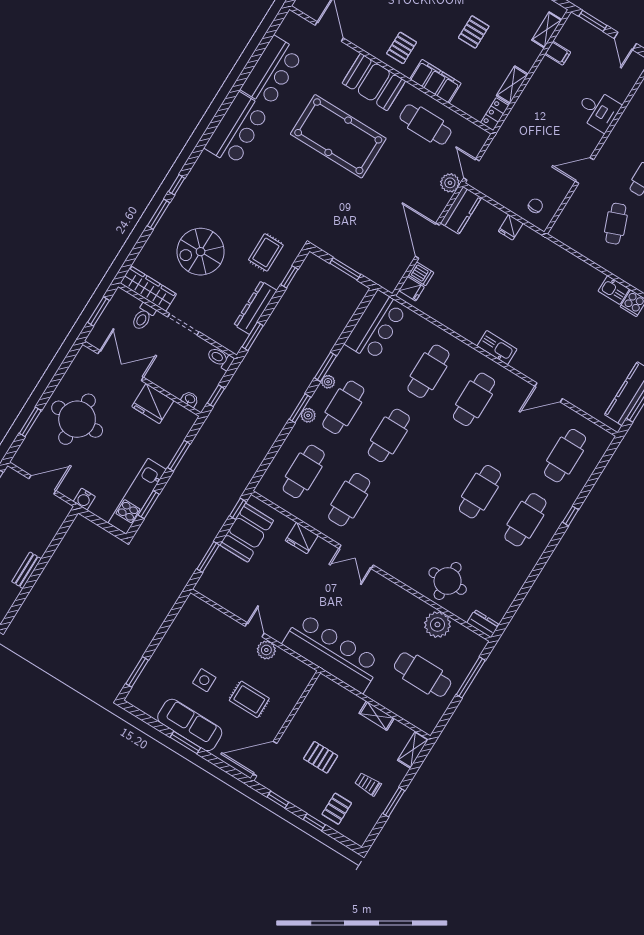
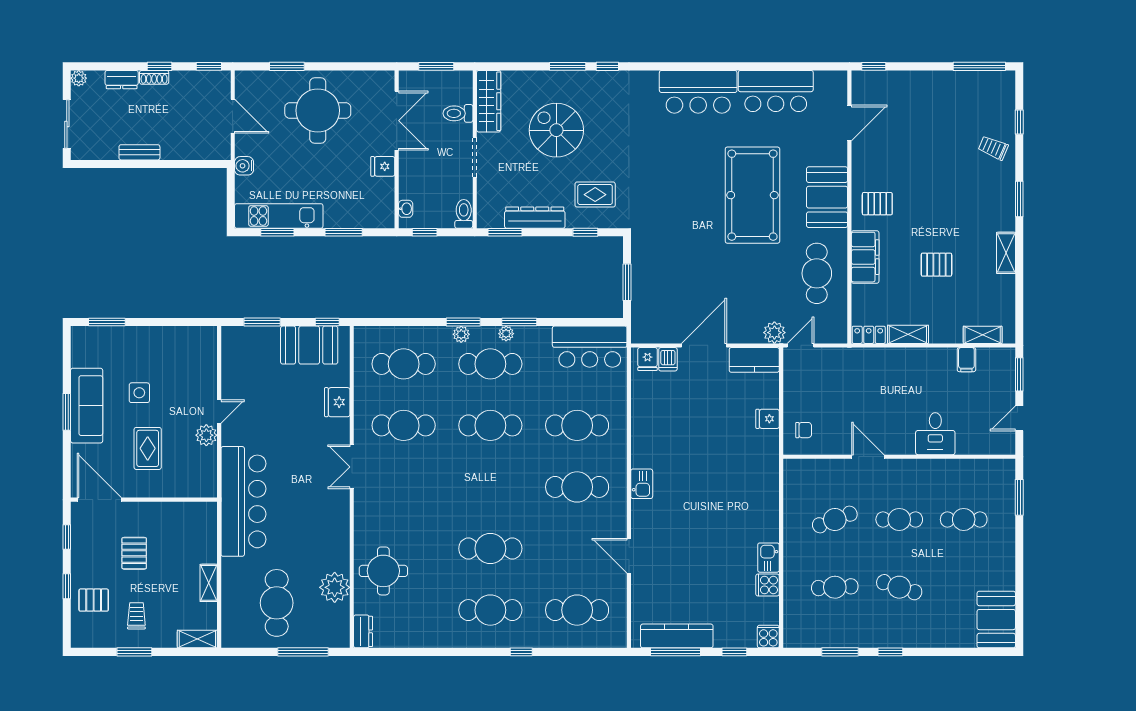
kitchen sink: (497, 348) -> (642, 484), width x0.73
fridge: (153, 404) -> (383, 166), width x0.53, depth x0.75

